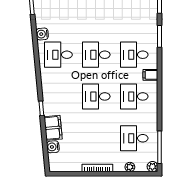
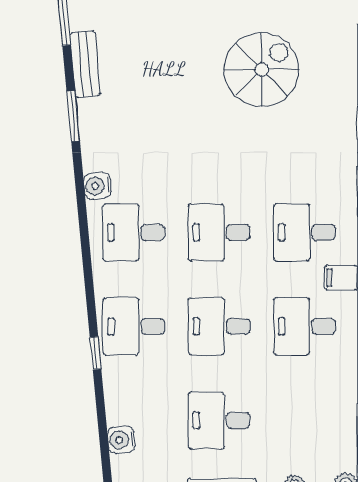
desk: (58, 96) -> (134, 326), added
filing cabinet: (53, 128) -> (122, 397), removed
desk: (134, 138) -> (219, 420), moved

